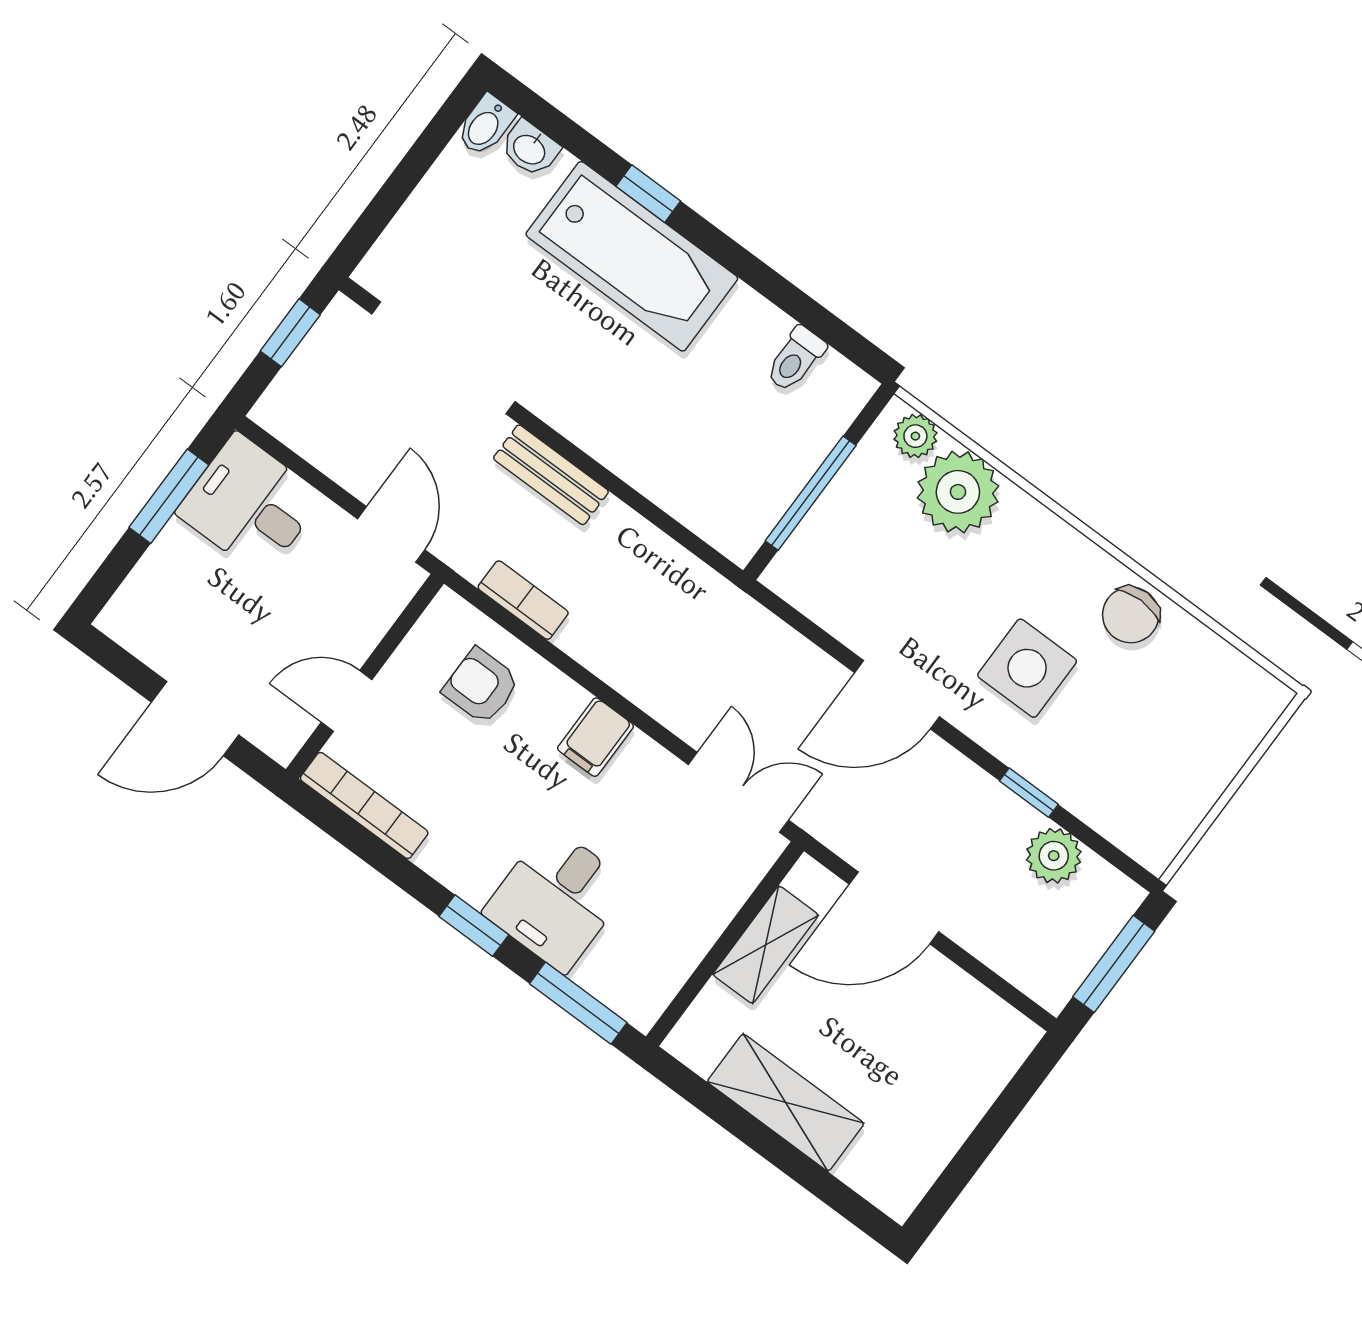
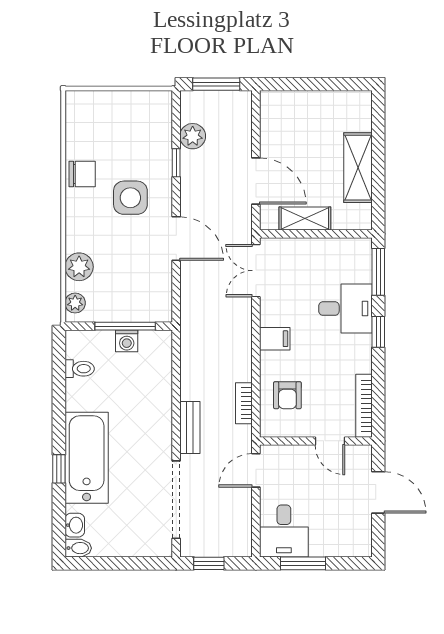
washing machine: (783, 477) -> (127, 341), added
plant: (958, 492) -> (79, 267), width x0.73, depth x0.73

